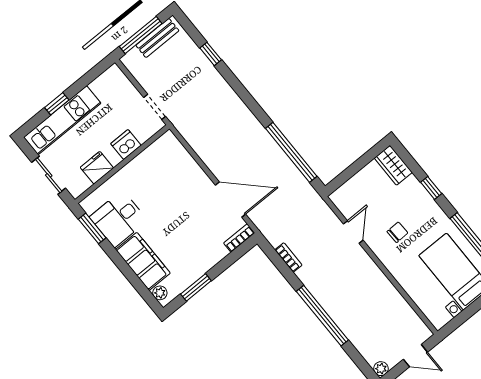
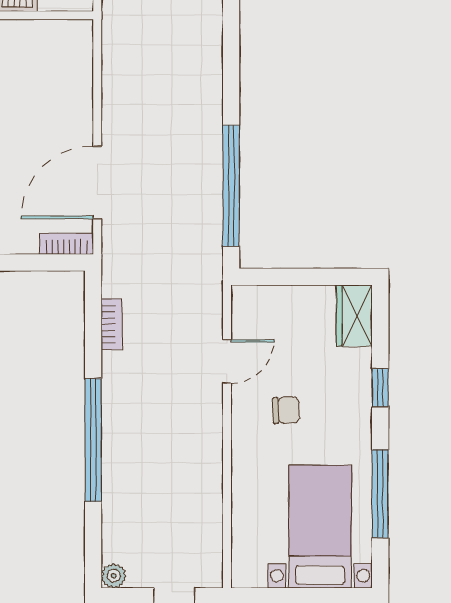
door: (231, 200) -> (97, 182), swing flipped

